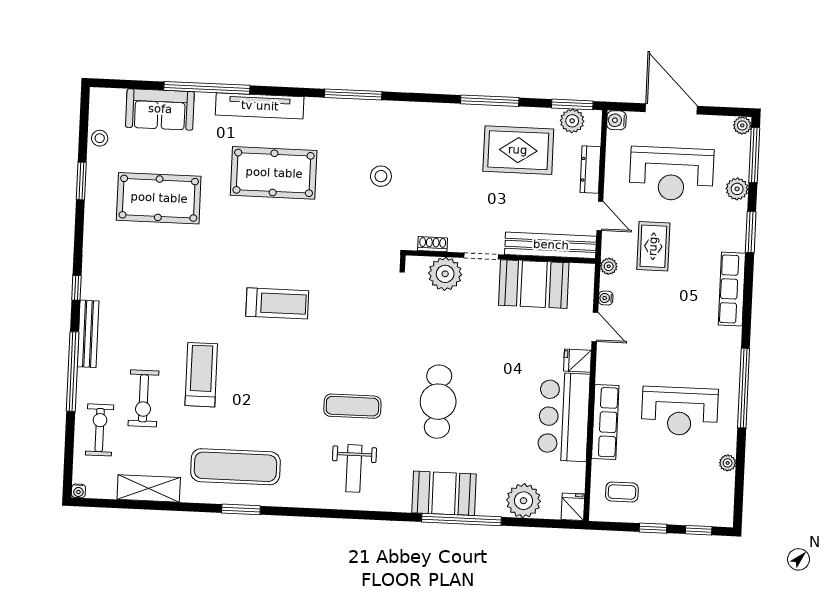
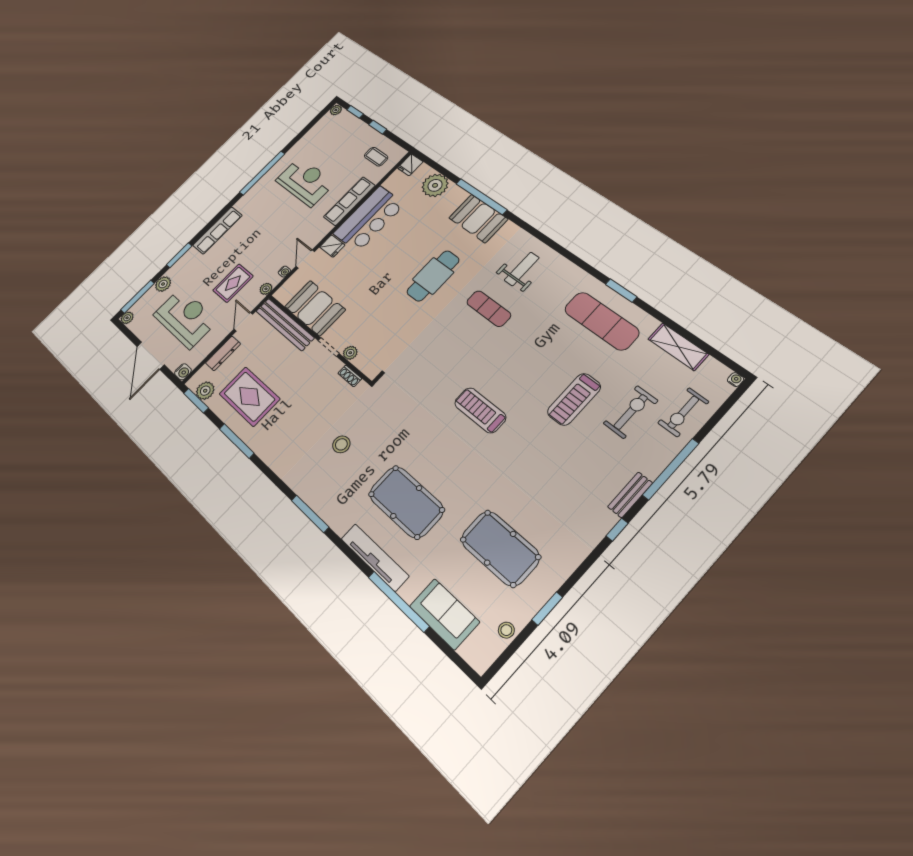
plant: (445, 274) -> (350, 353), width x0.53, depth x0.53
bench: (88, 334) -> (630, 495), width x0.73
plant: (728, 463) -> (336, 110), moved

